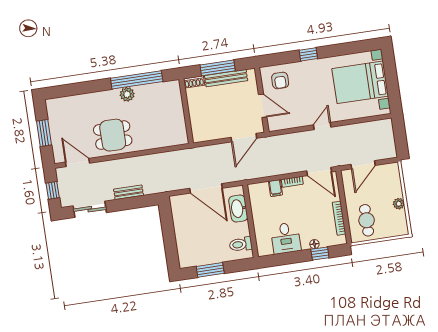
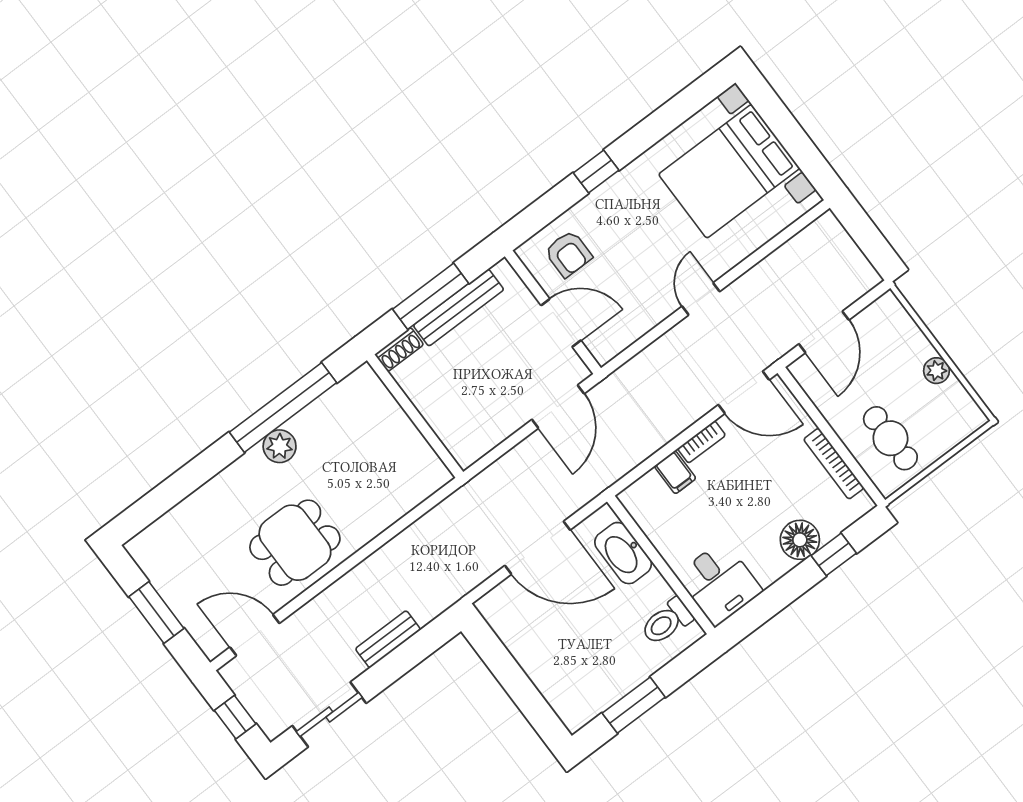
desk: (286, 238) -> (719, 583), moved
floor lamp: (314, 244) -> (800, 540), width x1.89, depth x1.89

